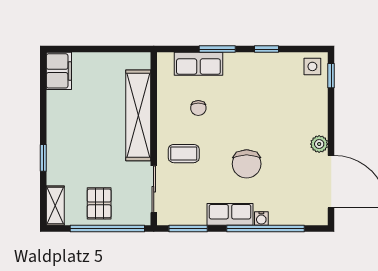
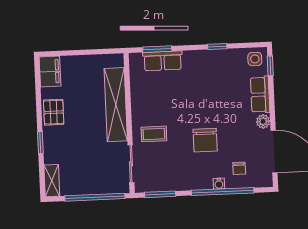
window: (217, 49) -> (157, 49), moved
chair: (198, 108) -> (239, 168), moved
pallet: (99, 203) -> (54, 112), moved
row of seats: (230, 214) -> (260, 95), moved, turned -90

